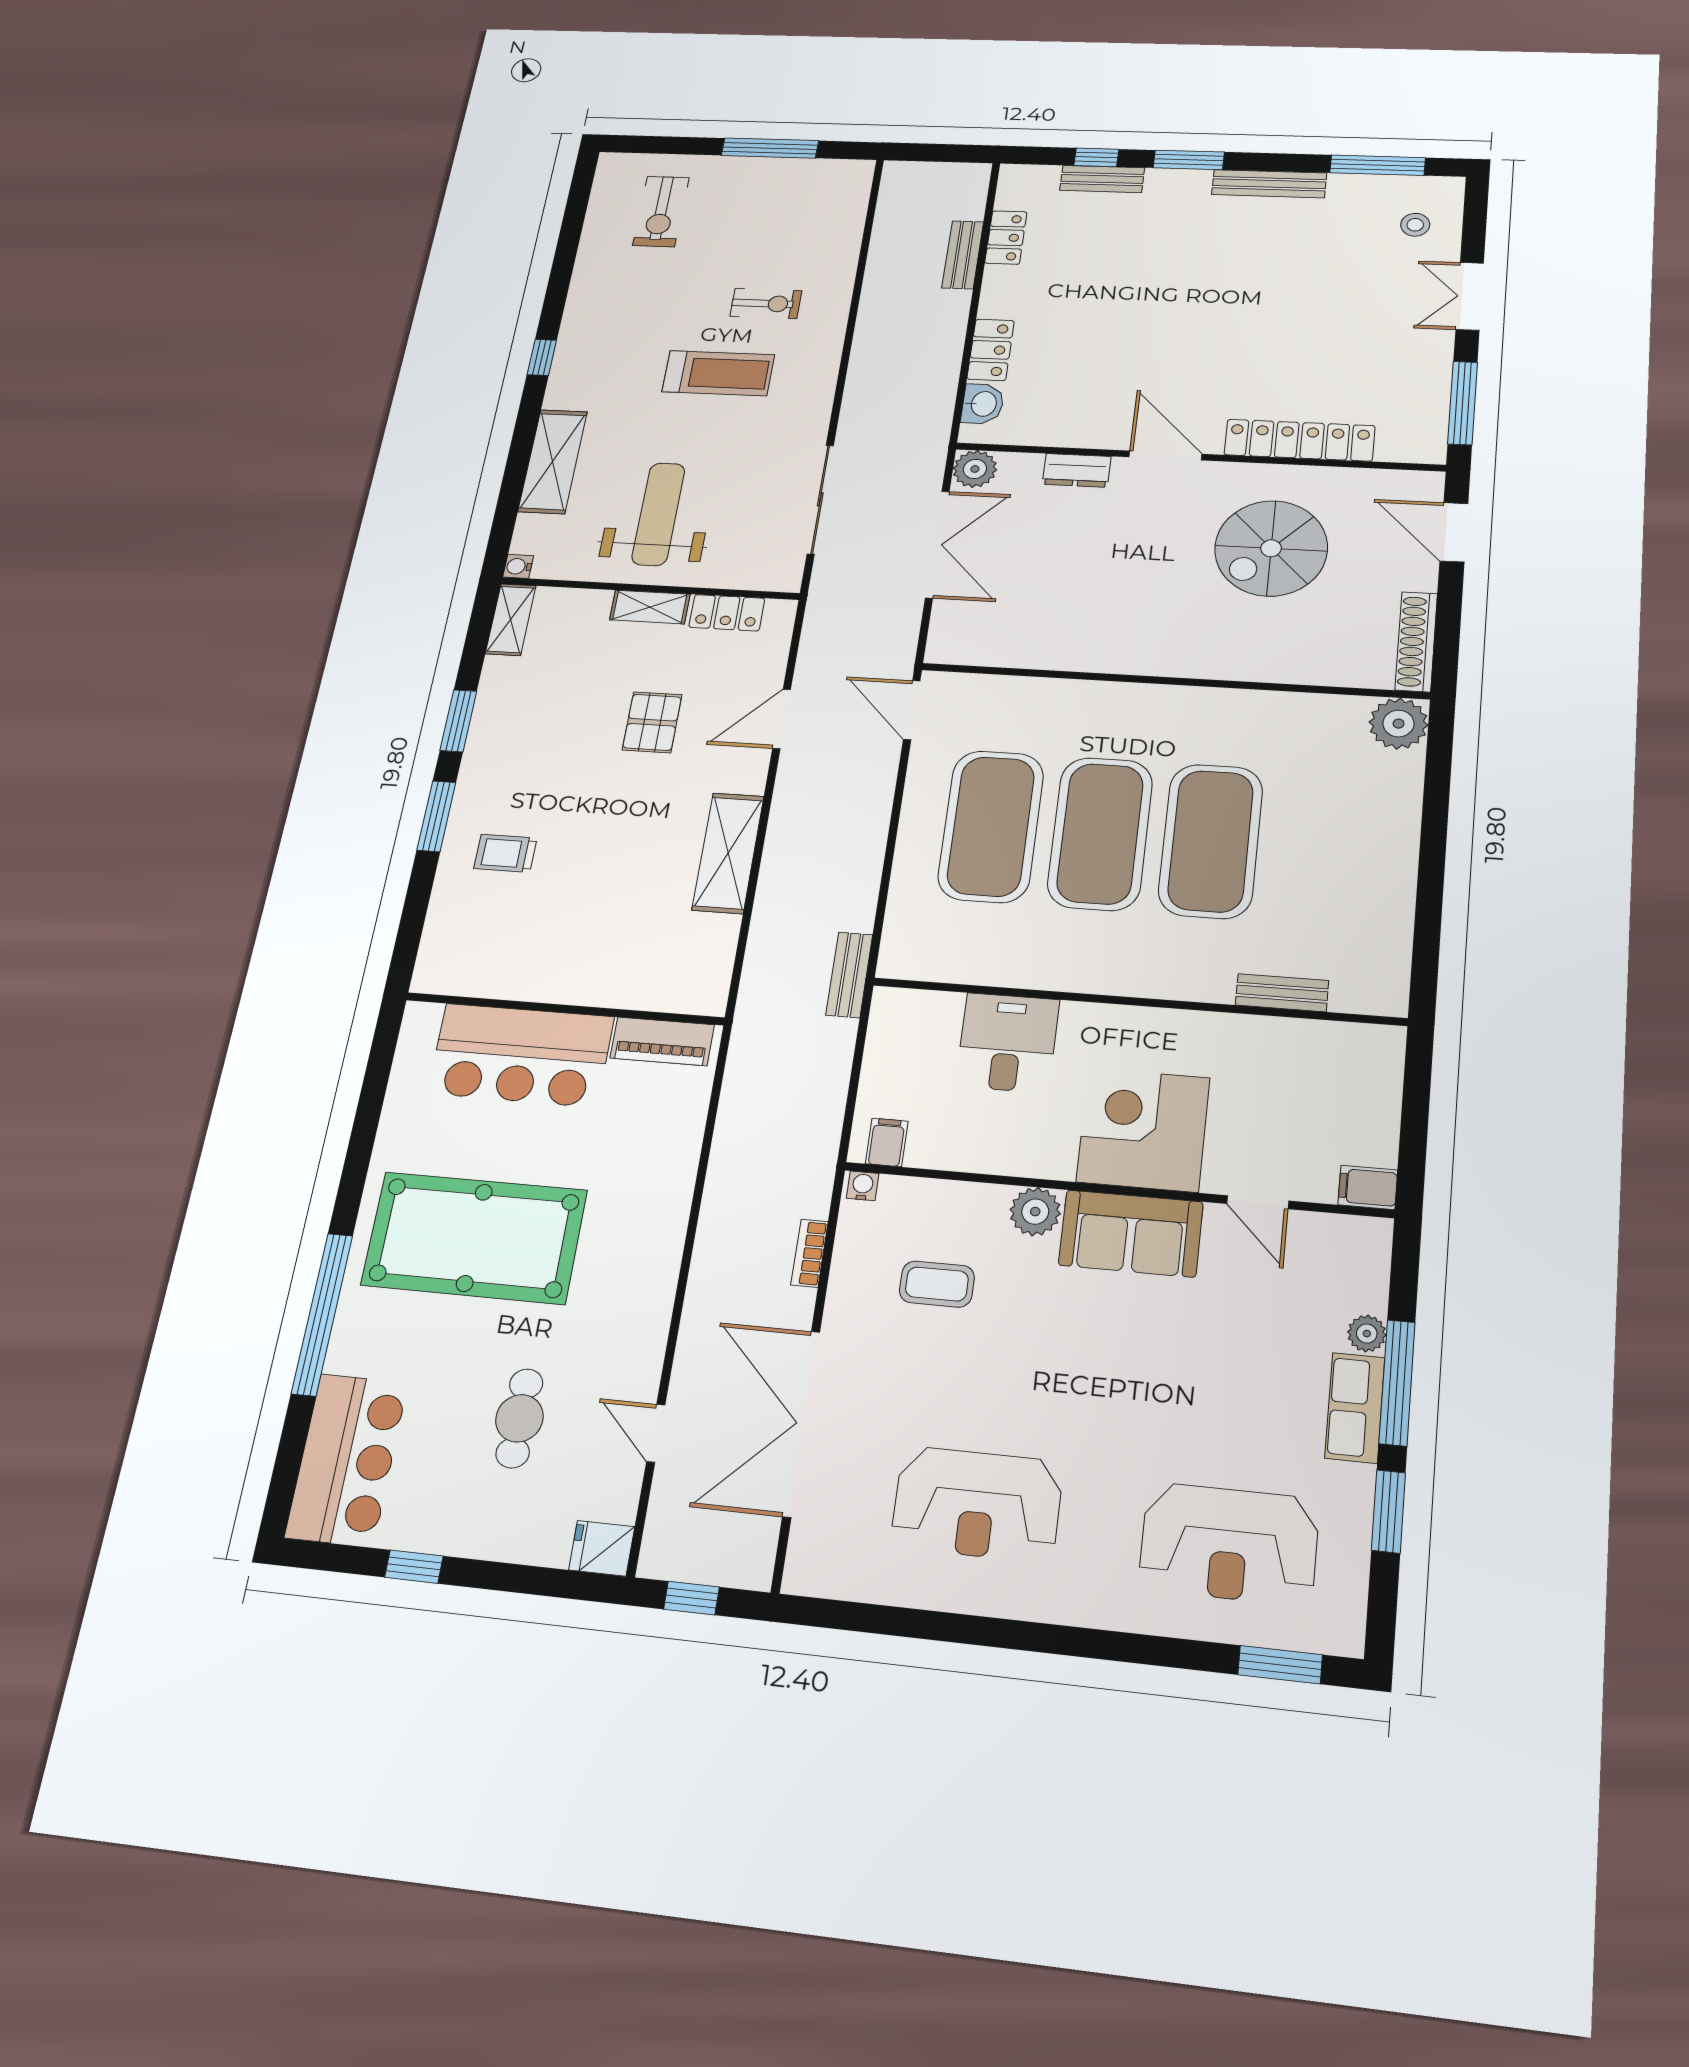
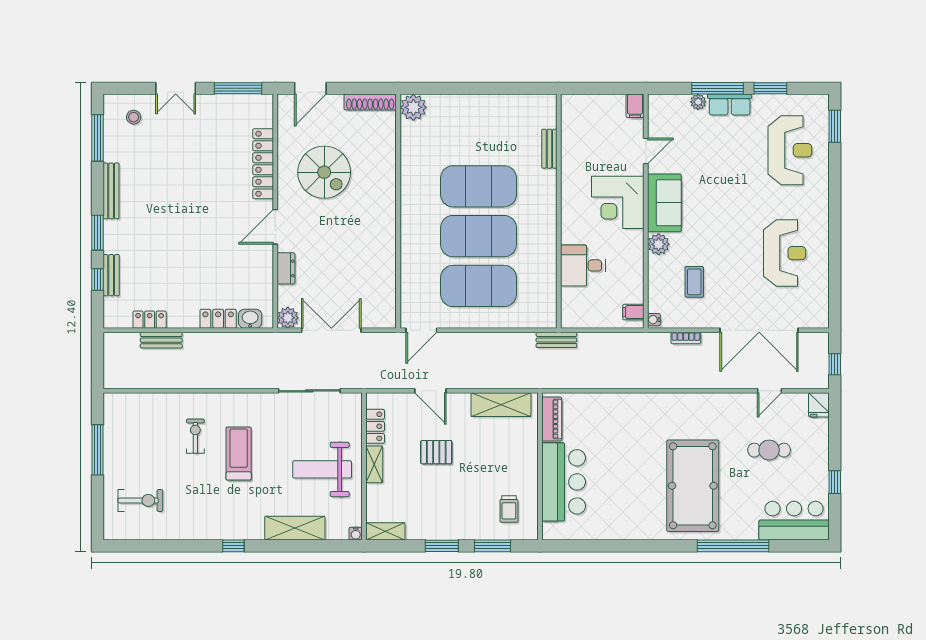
wall: (564, 1009) -> (540, 466), moved
piano: (662, 1041) -> (552, 419), moved
bar counter: (521, 1055) -> (564, 482), moved

